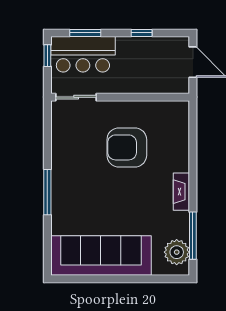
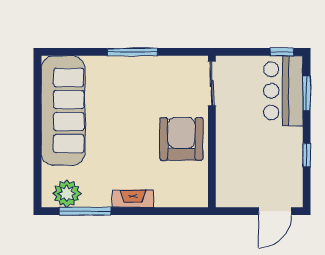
sliding door: (76, 97) -> (212, 83), moved
wall: (120, 97) -> (212, 132), moved

